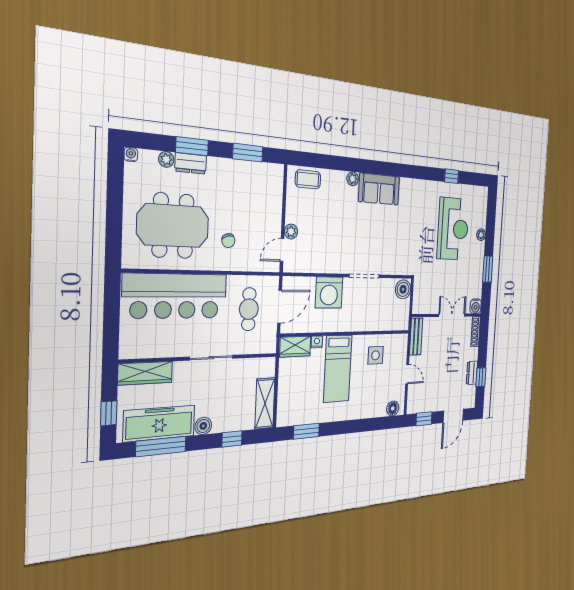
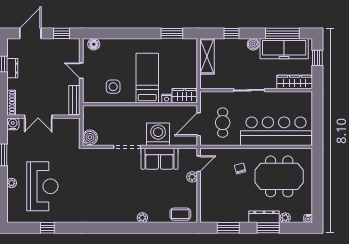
dresser: (191, 163) -> (264, 217), width x1.44
sofa: (379, 189) -> (159, 159), moved, turned 180
reception desk: (453, 229) -> (42, 186), turned 180

